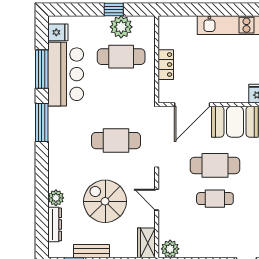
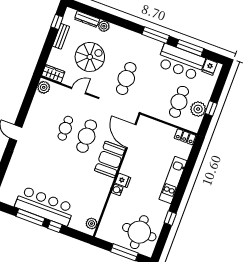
locker: (166, 65) -> (185, 137), moved

